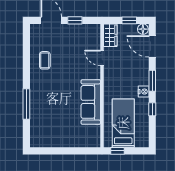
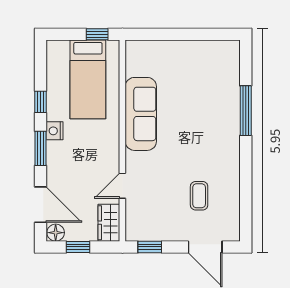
window: (75, 20) -> (150, 247), moved
door: (102, 58) -> (122, 186), swing flipped
coffee table: (45, 60) -> (199, 196), moved

